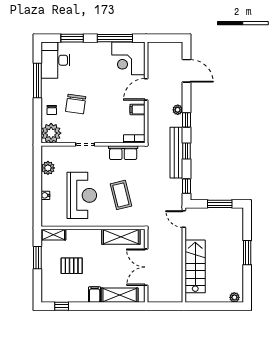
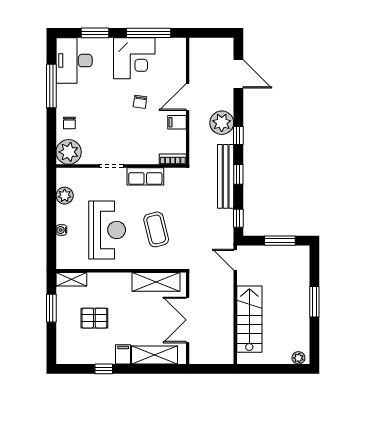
corner desk: (128, 58) -> (134, 58), moved, turned -90
chair: (76, 104) -> (140, 102), moved, width x0.54, depth x0.54
plant: (178, 110) -> (222, 123), width x1.88, depth x1.88
row of seats: (123, 153) -> (145, 176), moved
window: (62, 306) -> (104, 369), moved

